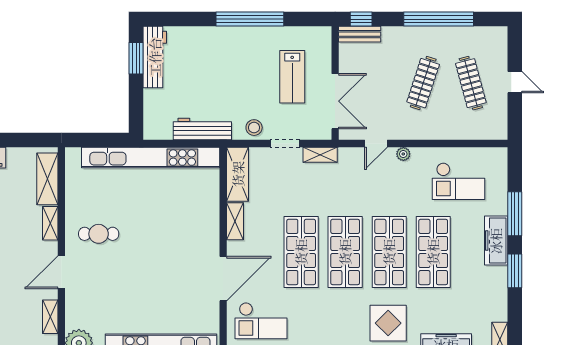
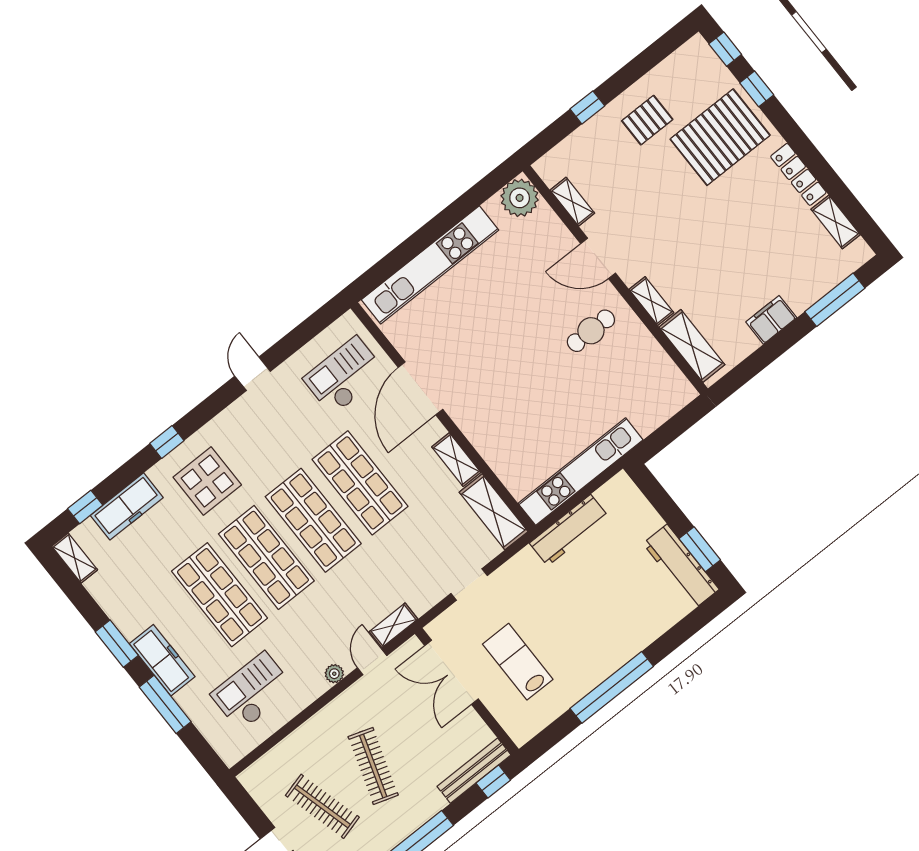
bench: (360, 34) -> (474, 771), width x1.36
stool: (254, 128) -> (516, 575), removed
shelving: (320, 155) -> (393, 625), moved
kitchen unit: (151, 158) -> (581, 472), width x0.73
door: (61, 272) -> (598, 258), swing flipped

